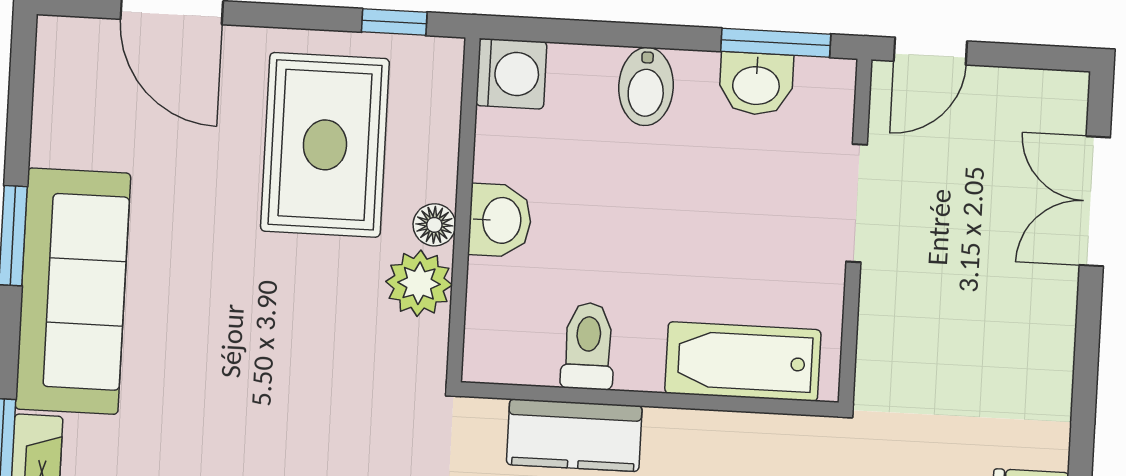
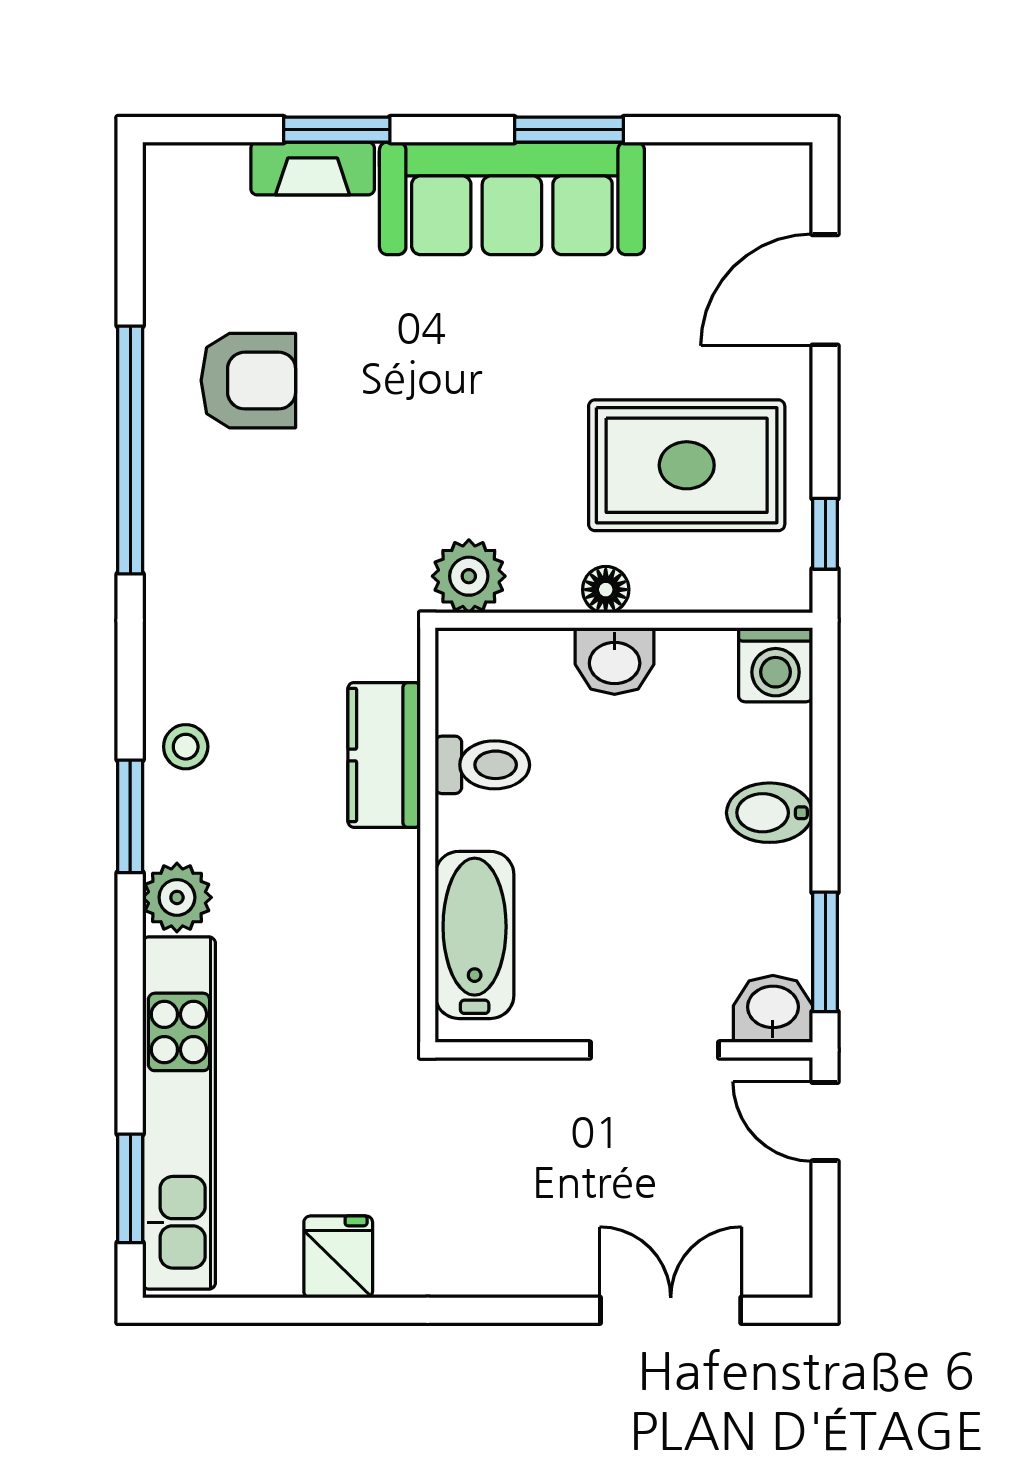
washbasin: (756, 84) -> (773, 1009), moved, turned 90
plant: (419, 283) -> (469, 576), moved

